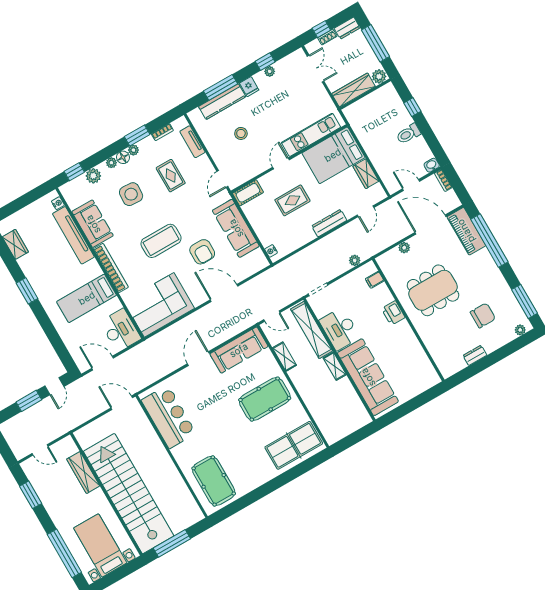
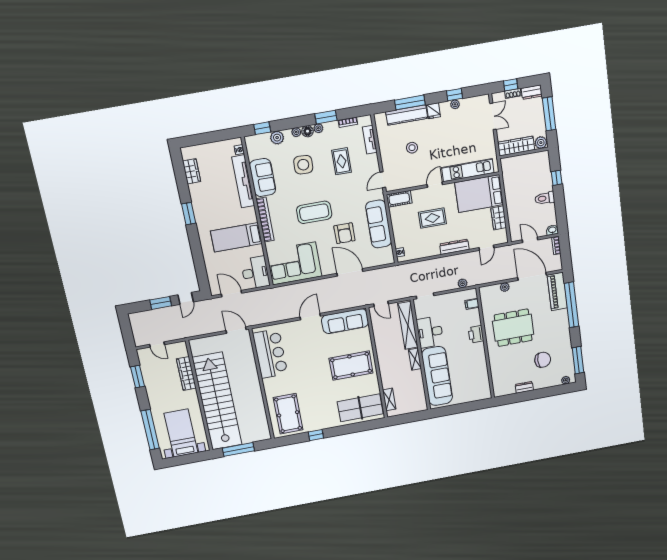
shelving: (284, 357) -> (389, 399), moved
window: (255, 496) -> (316, 435), added

